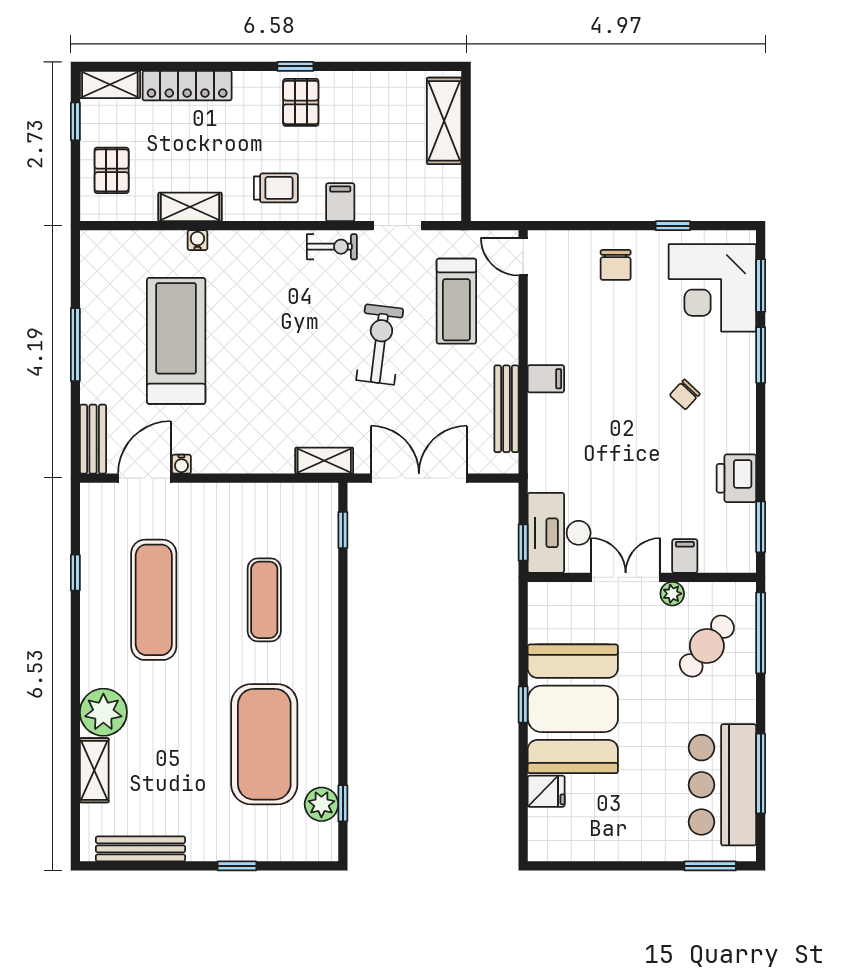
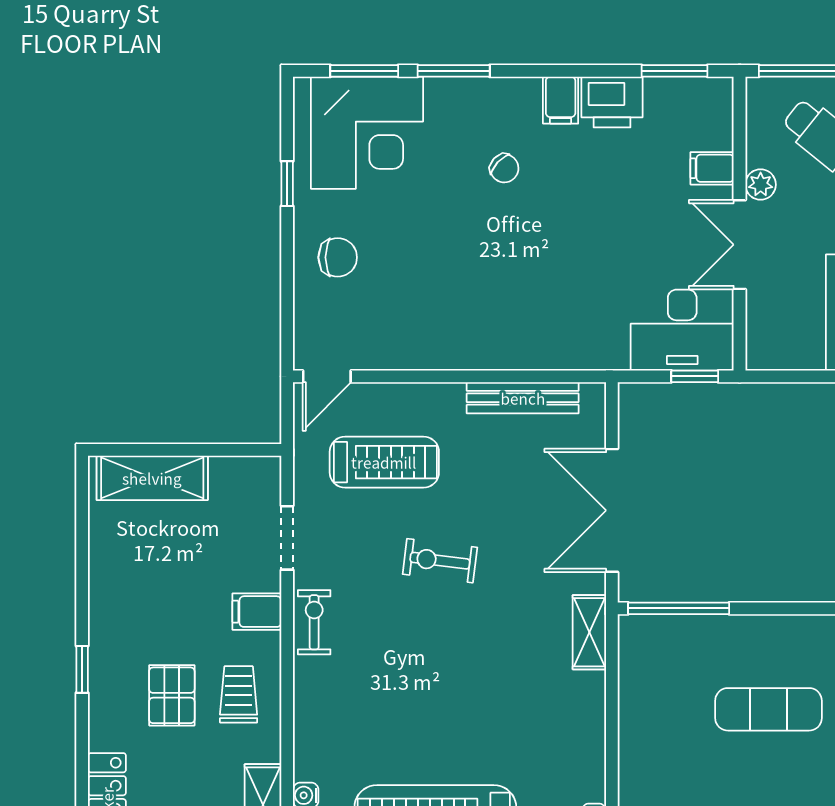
pallet: (301, 102) -> (172, 695), moved, turned 90
exercise bike: (380, 344) -> (440, 561), width x0.73, depth x0.72
filing cabinet: (546, 379) -> (561, 100), moved, turned 180
window: (343, 530) -> (679, 608), width x2.17

